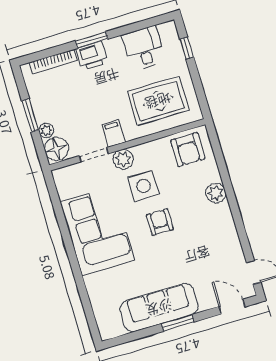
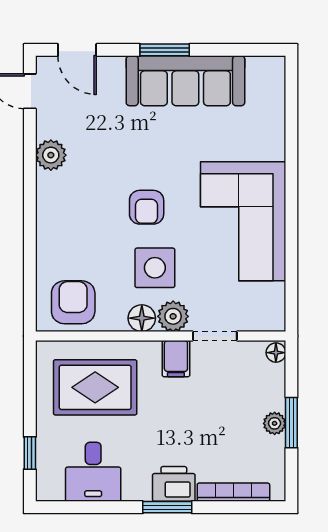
plant: (46, 130) -> (275, 423), moved
floor lamp: (56, 149) -> (276, 353), width x0.53, depth x0.53
floor lamp: (142, 152) -> (142, 318), added
plant: (216, 193) -> (51, 155), moved

